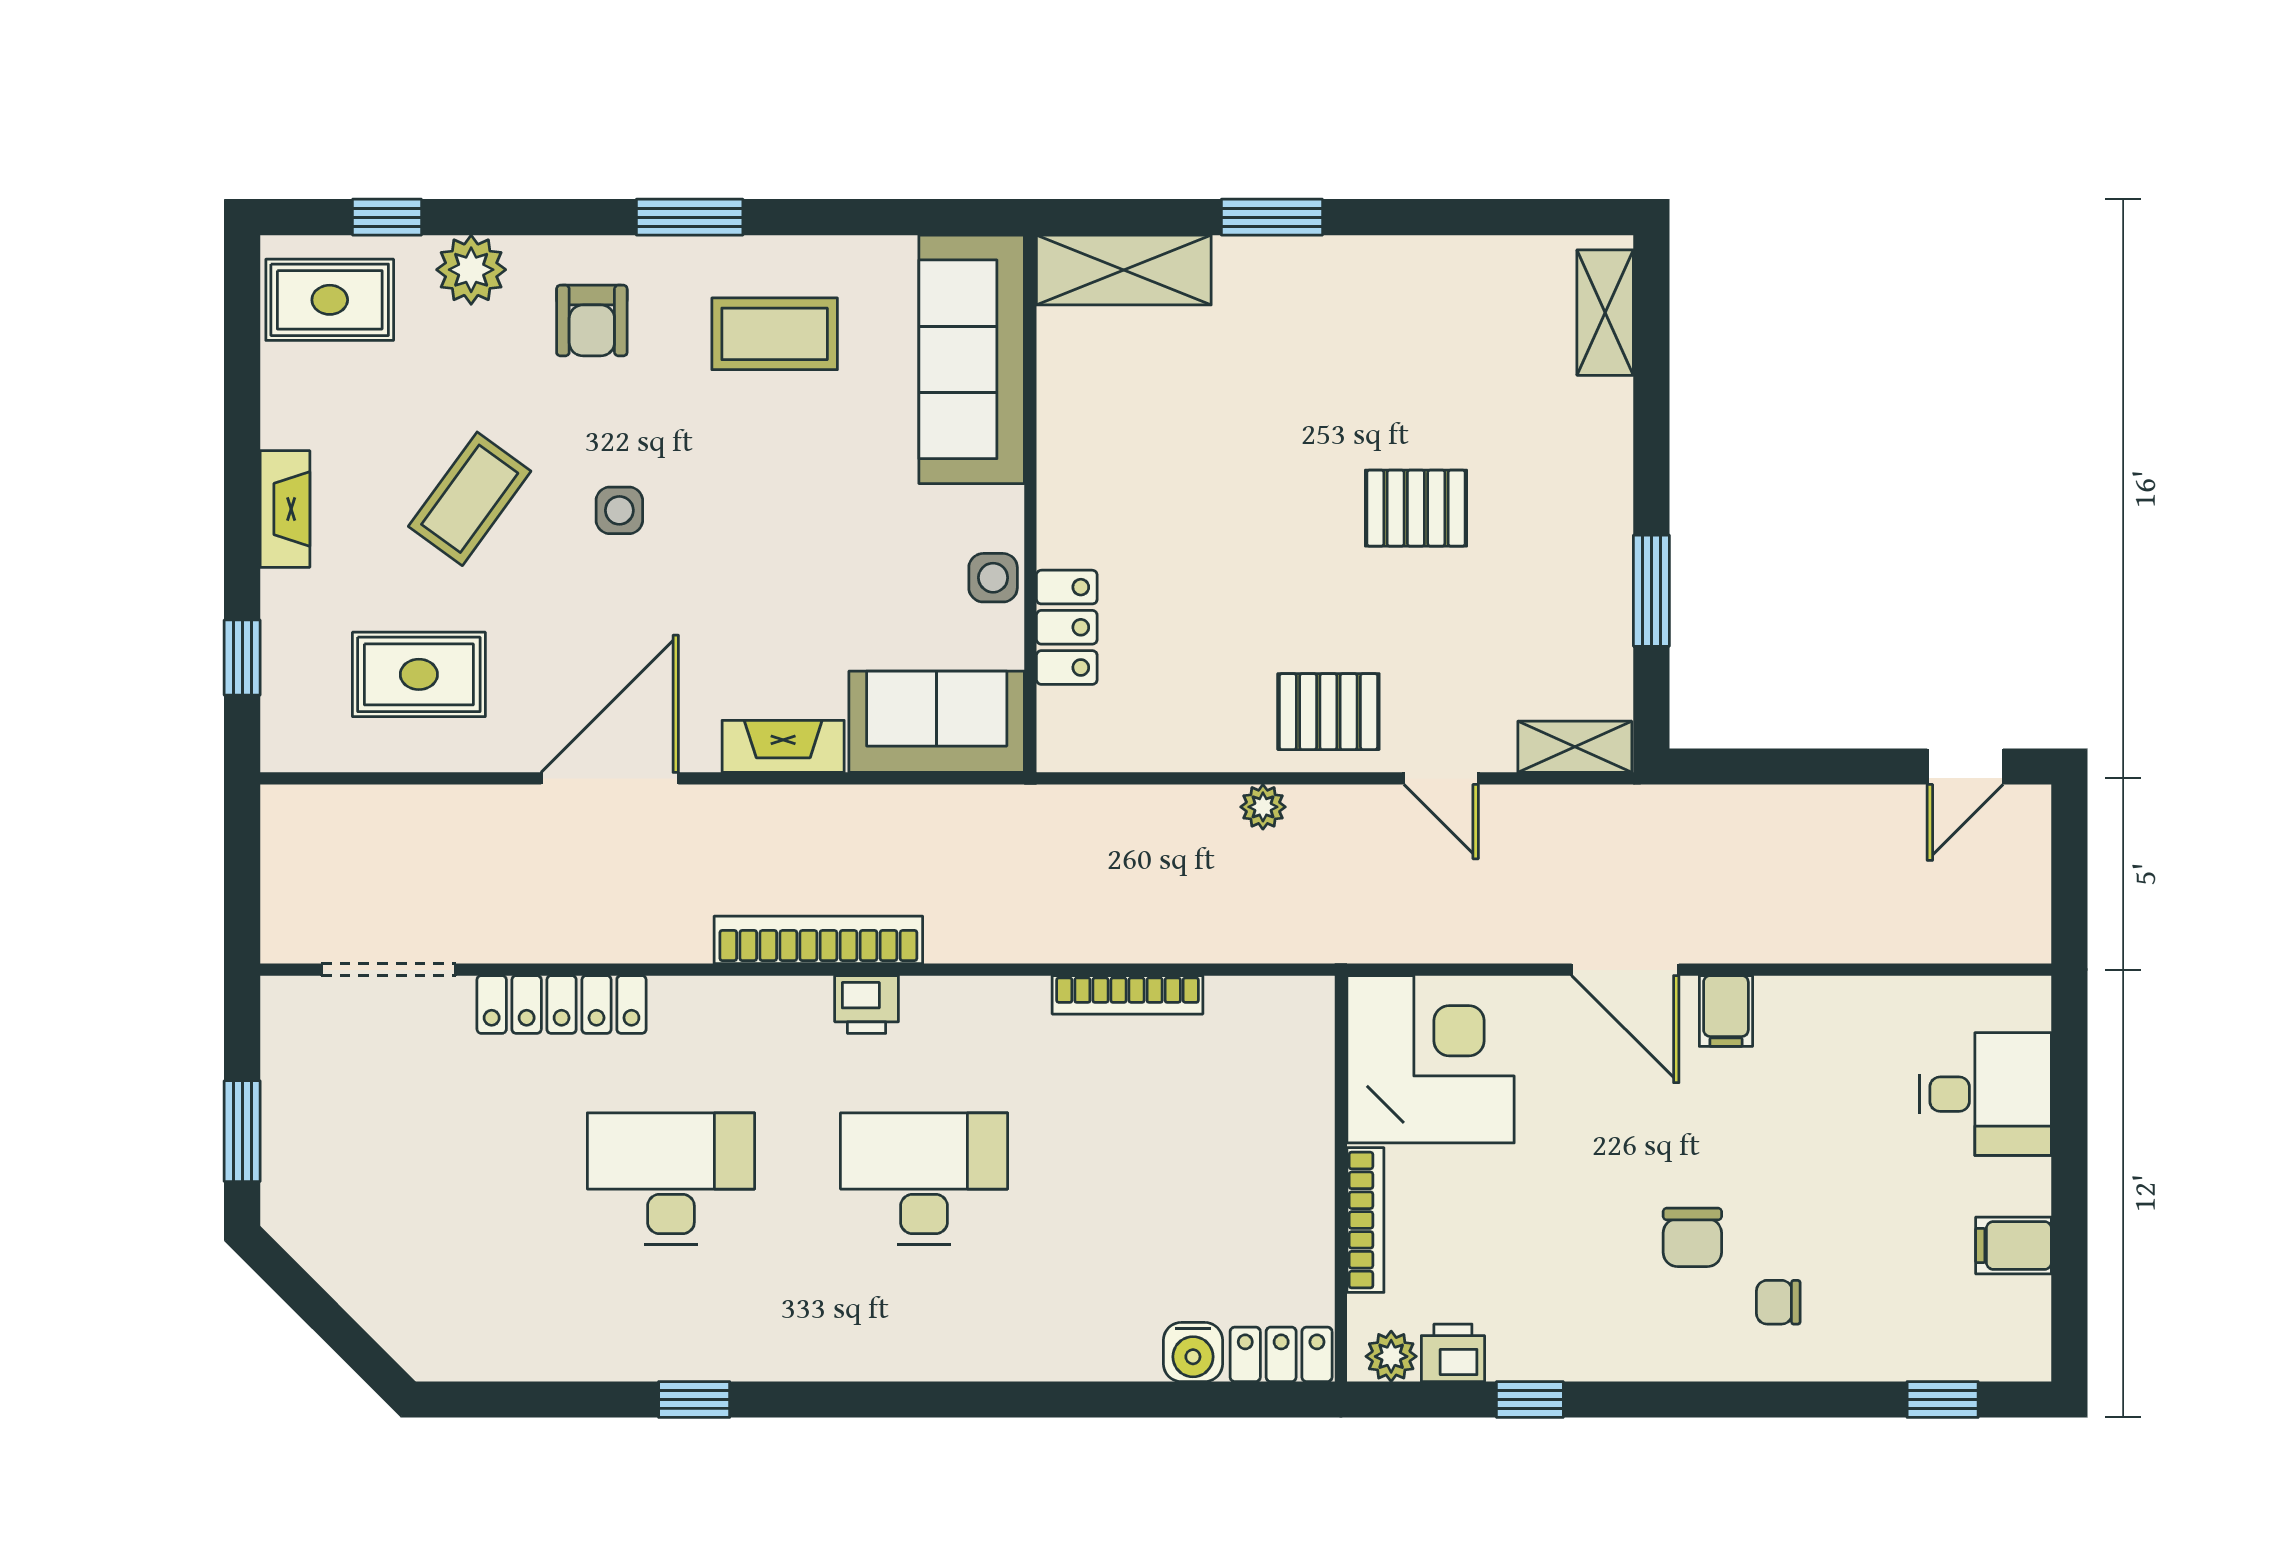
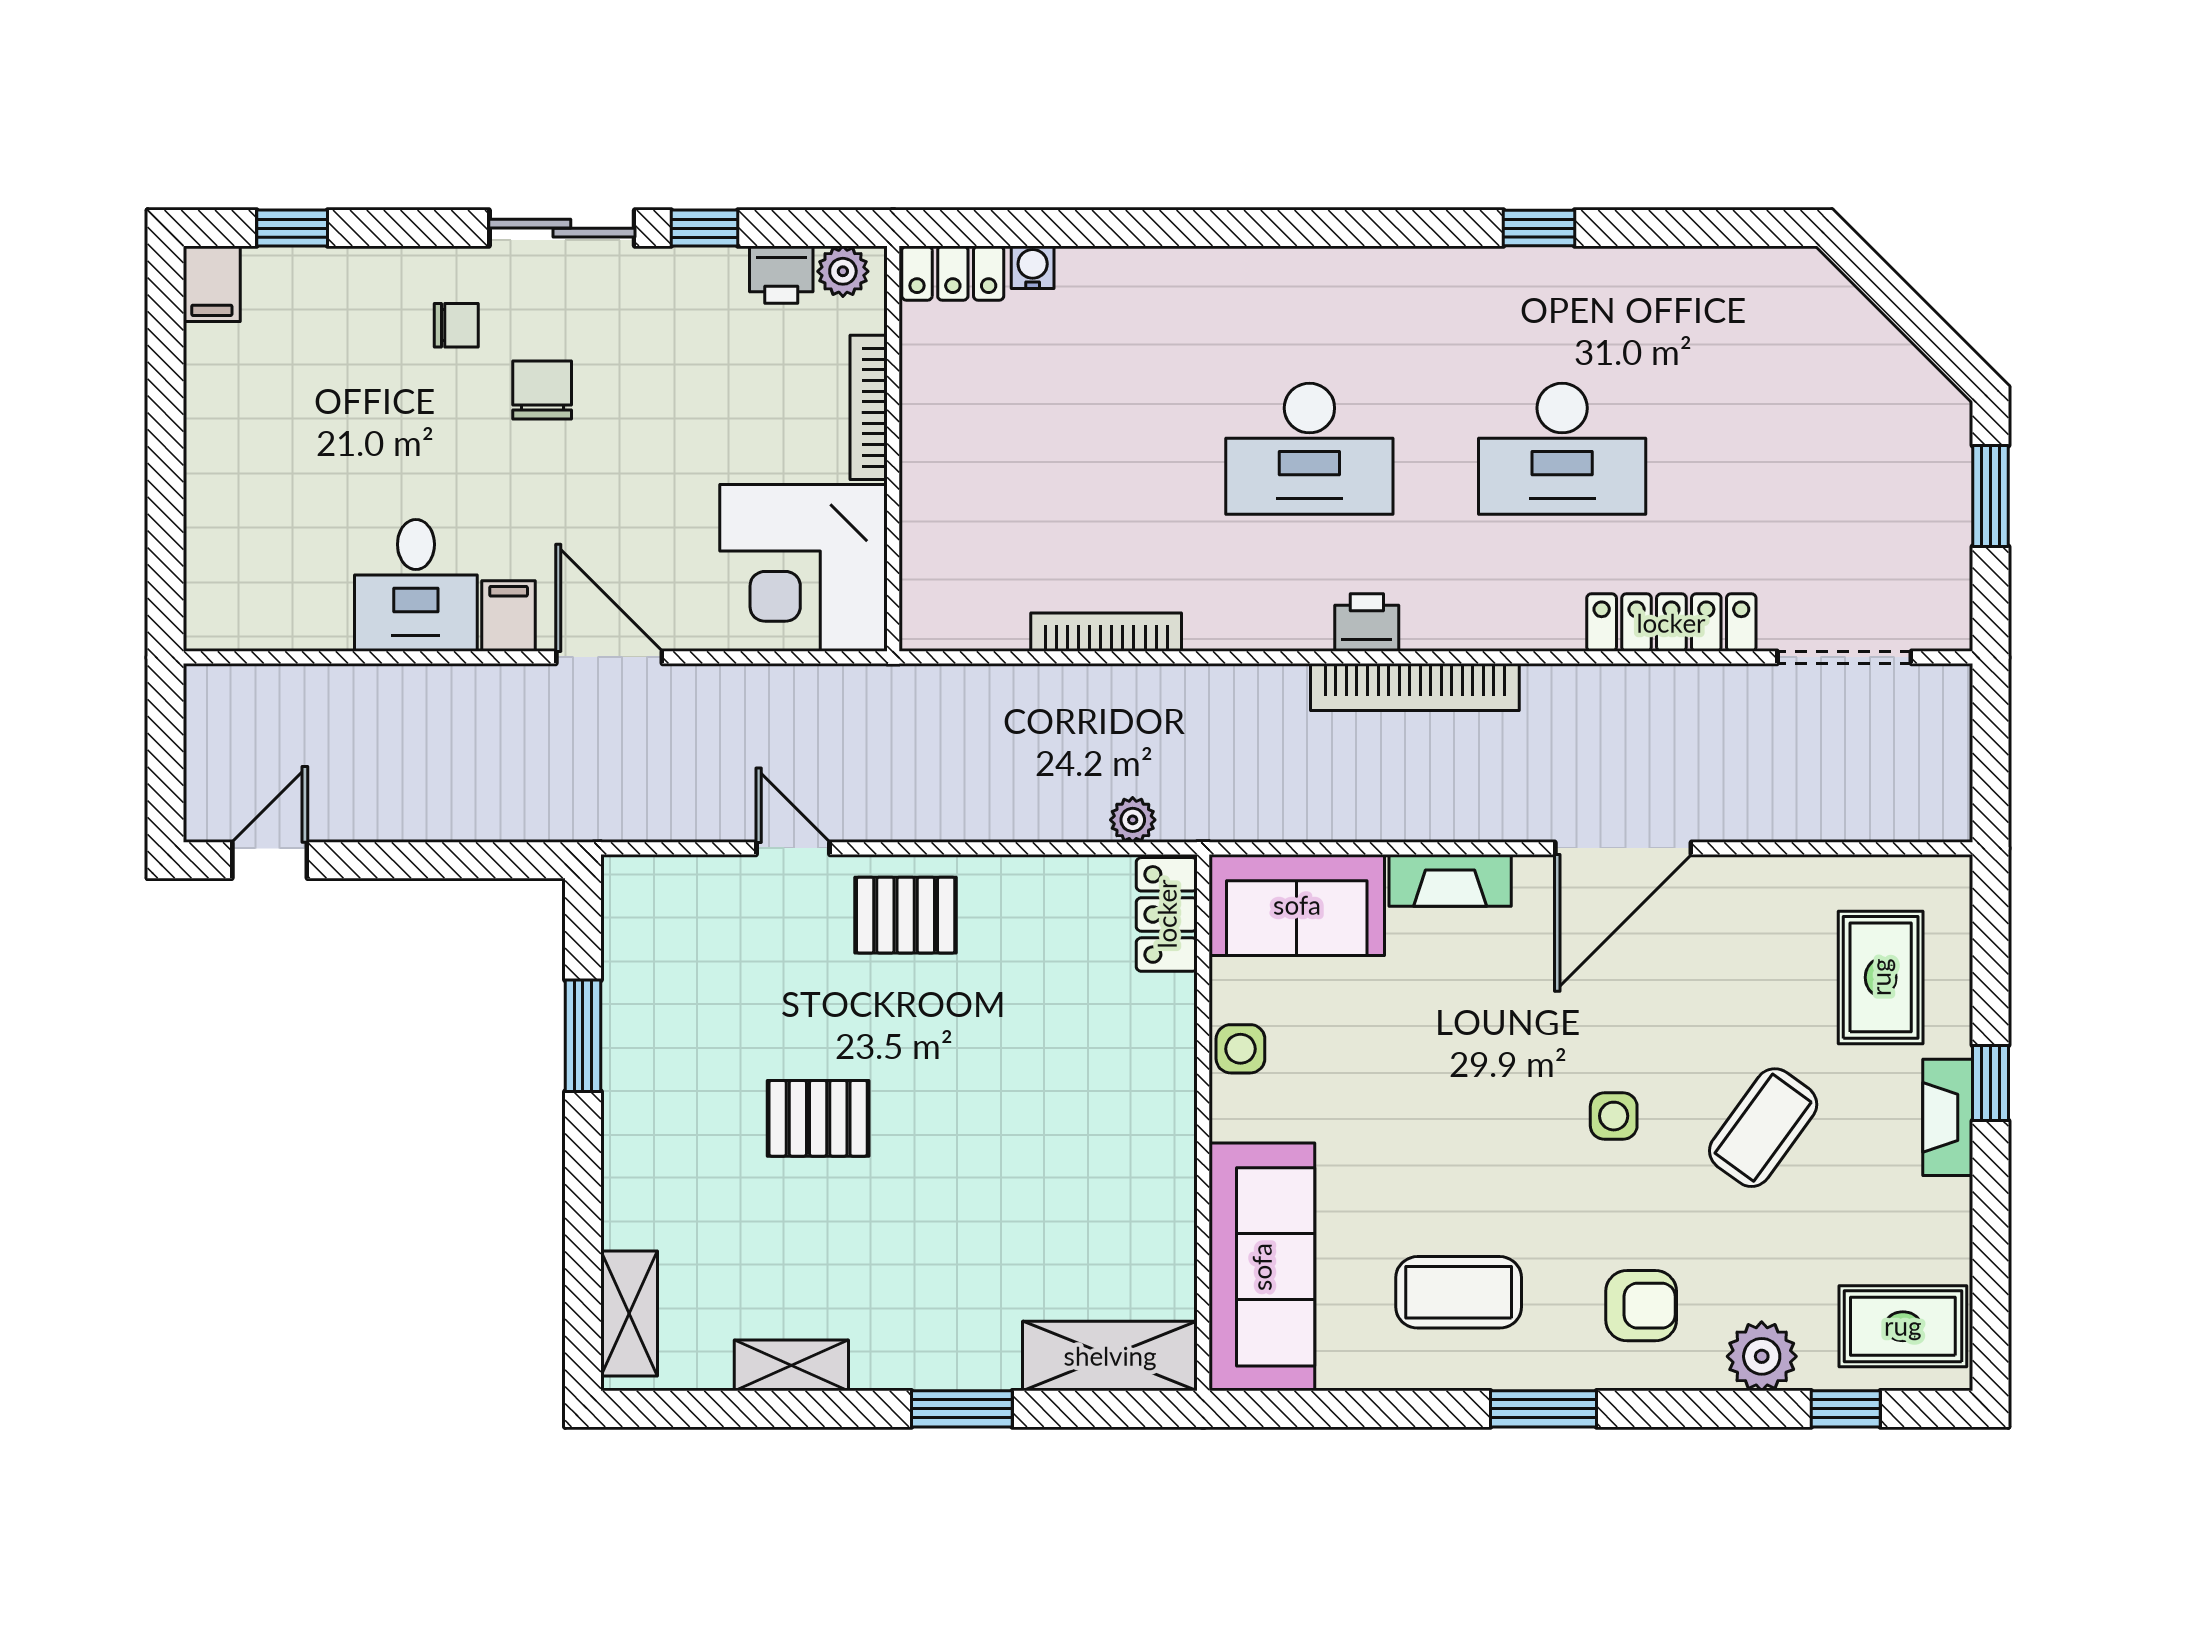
armchair: (592, 321) -> (1641, 1306), turned 90
locker: (1067, 627) -> (1167, 914), moved
window: (242, 658) -> (1990, 1083), moved
rug: (419, 674) -> (1881, 977), moved, turned 90
shelving: (1575, 747) -> (791, 1365), moved
plant: (1263, 807) -> (1133, 820), moved
desk: (1985, 1094) -> (416, 585), moved, turned -90
filing cabinet: (2014, 1245) -> (212, 284), moved, turned 90
water cooler: (1193, 1352) -> (1033, 267), width x0.72, depth x0.72
sliding door: (1673, 1399) -> (562, 228), added

